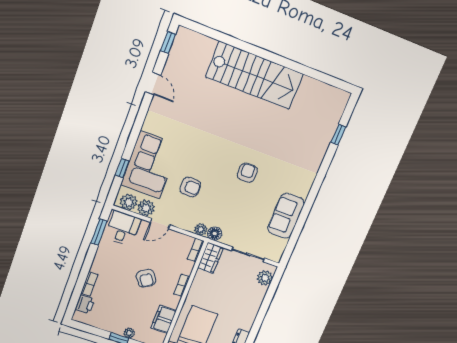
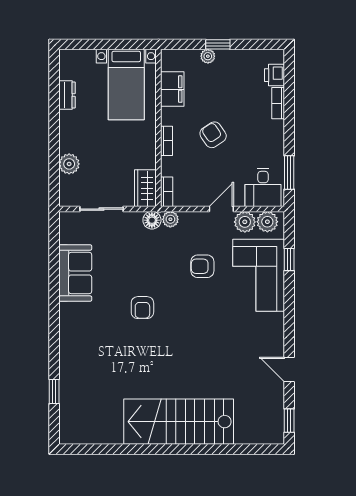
plant: (265, 278) -> (69, 164), moved

